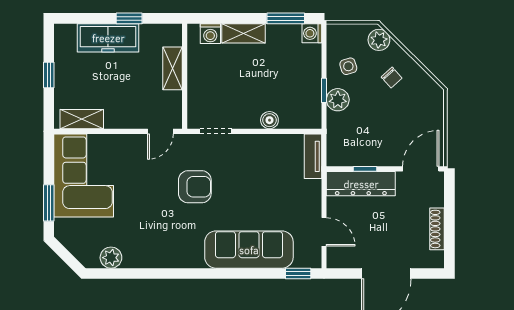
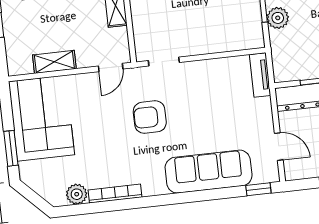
shelving: (82, 119) -> (54, 62), moved
boiler: (269, 120) -> (214, 45), removed
armchair: (195, 187) -> (150, 117), turned 180
bookcase: (150, 261) -> (115, 194), added

